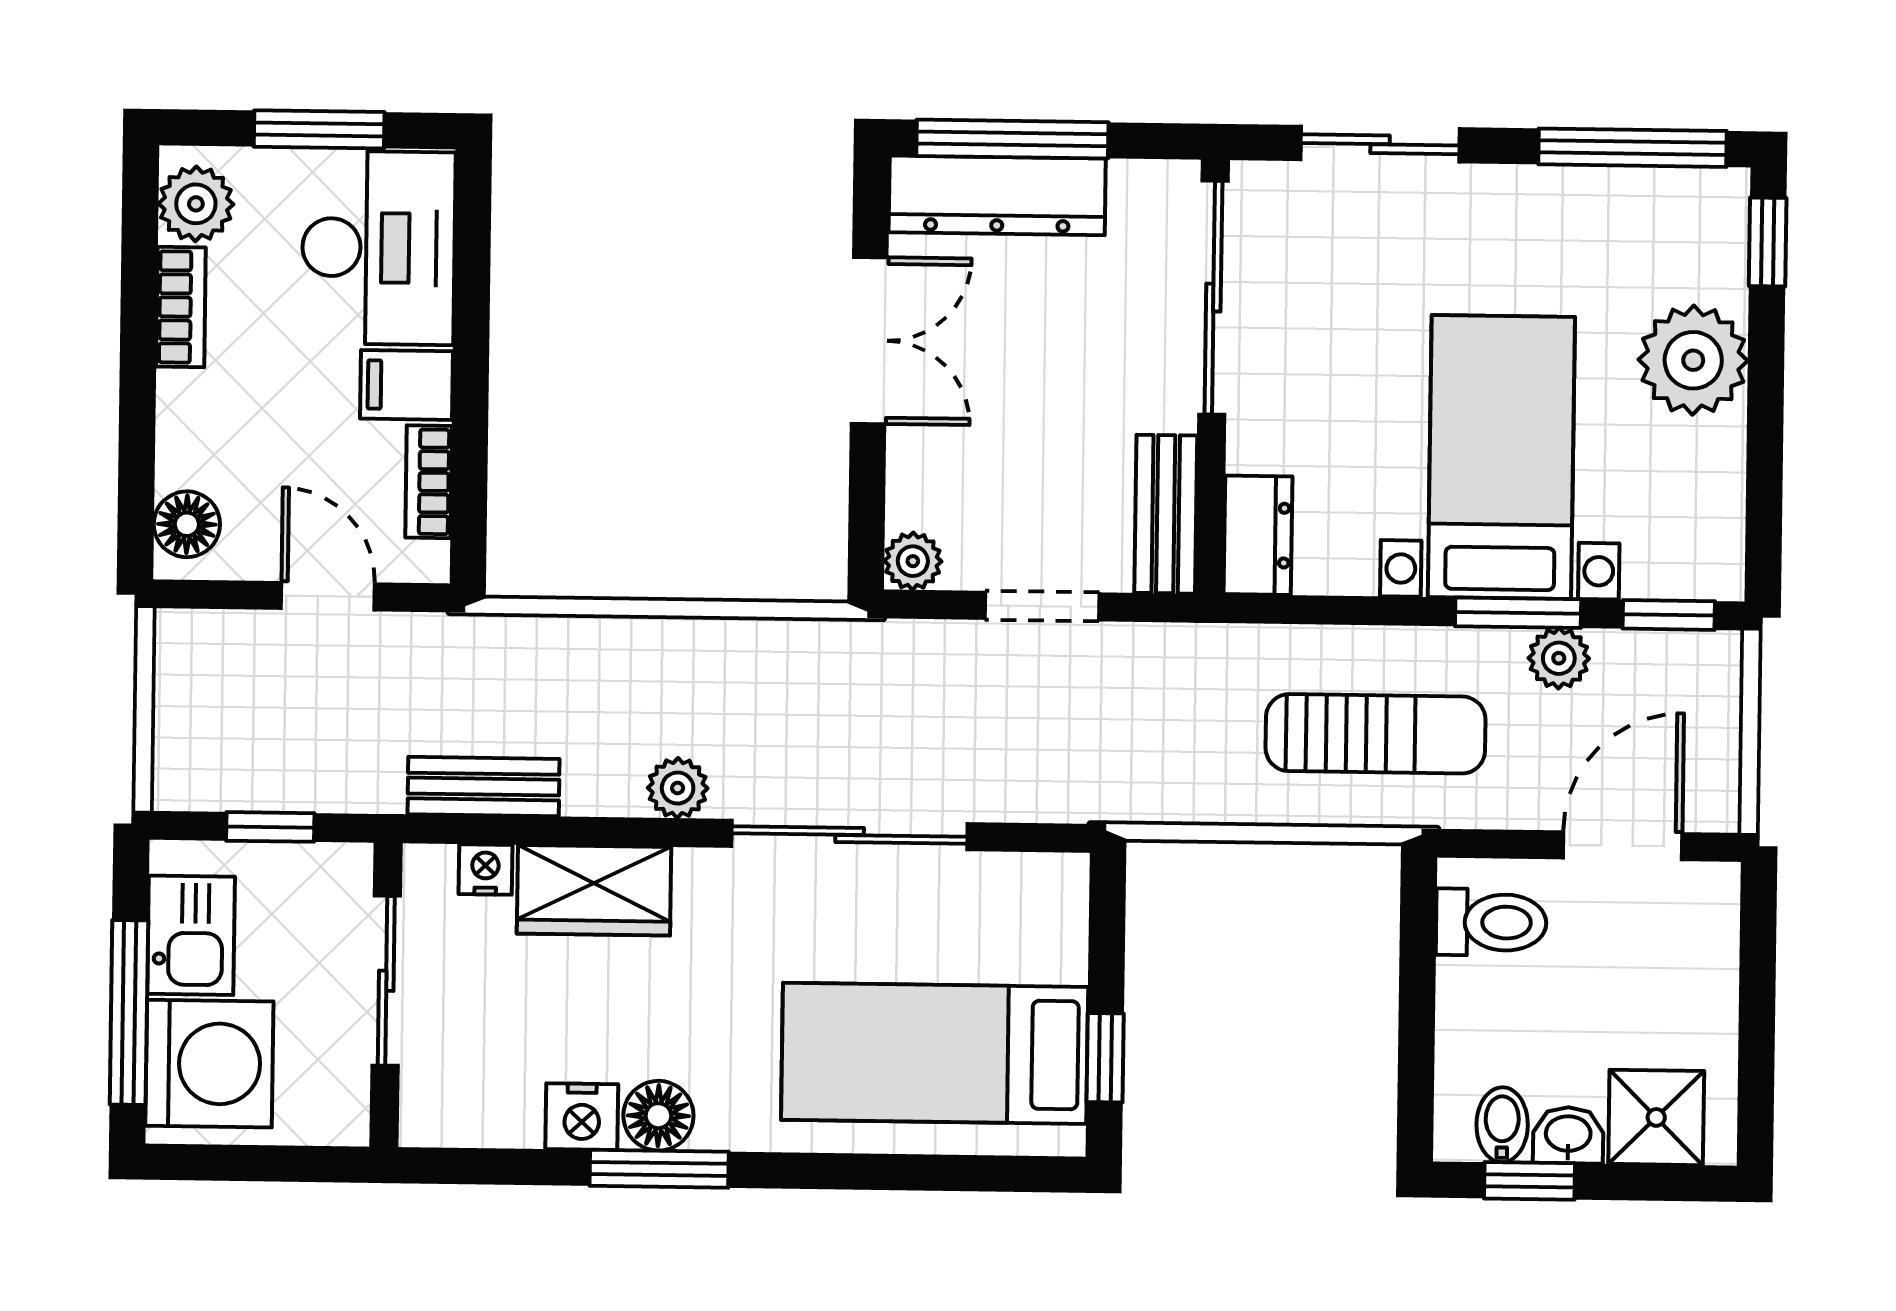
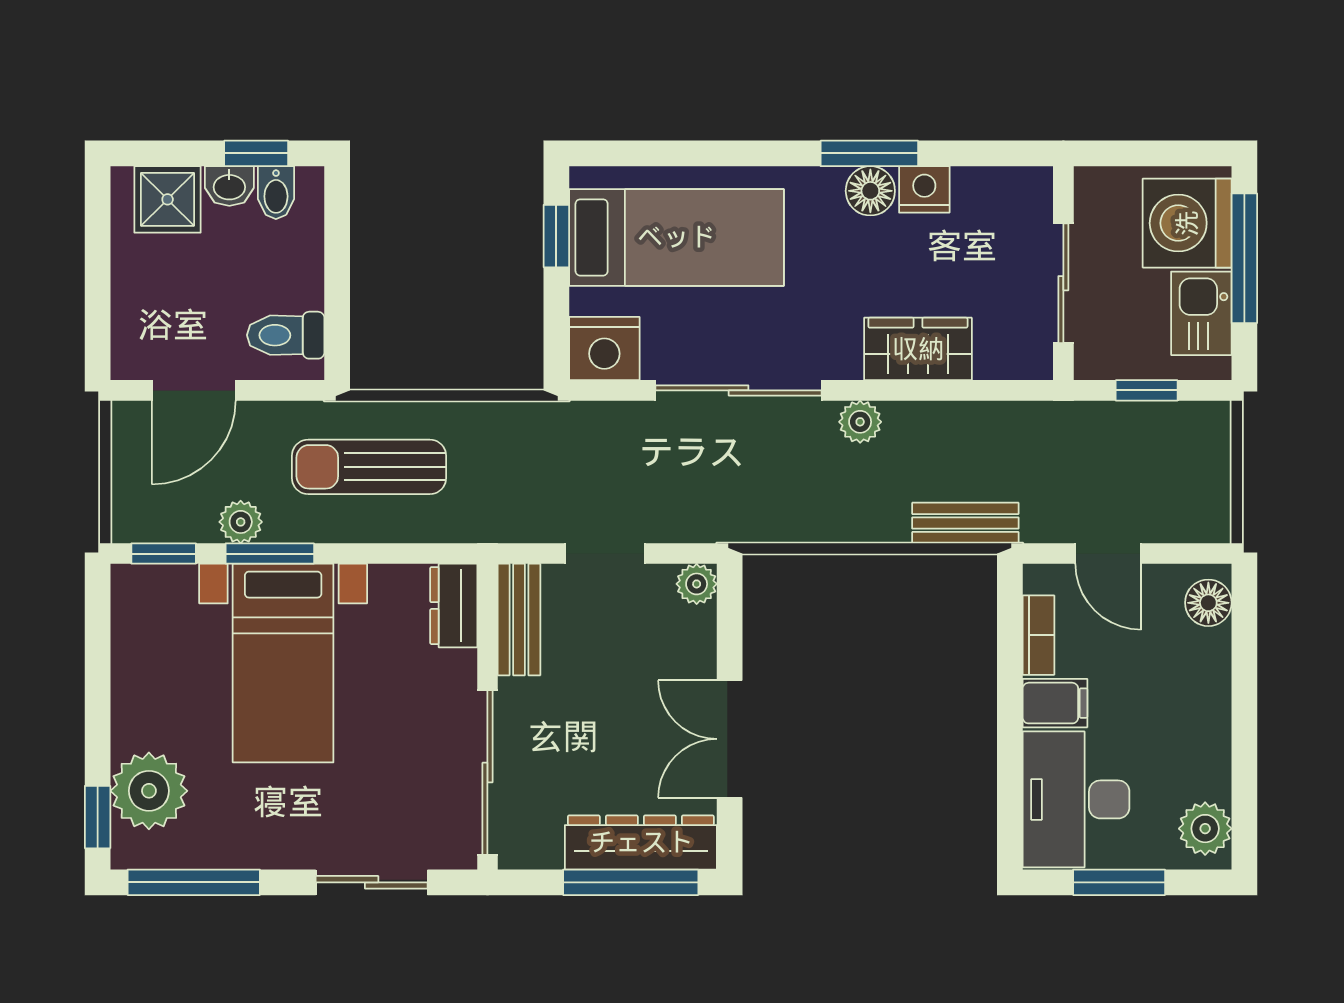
bookcase: (181, 307) -> (1215, 756), removed
plant: (1693, 360) -> (149, 791), moved
bench: (483, 787) -> (965, 523), moved
nightstand: (485, 869) -> (604, 349), moved, width x1.89, depth x1.79

